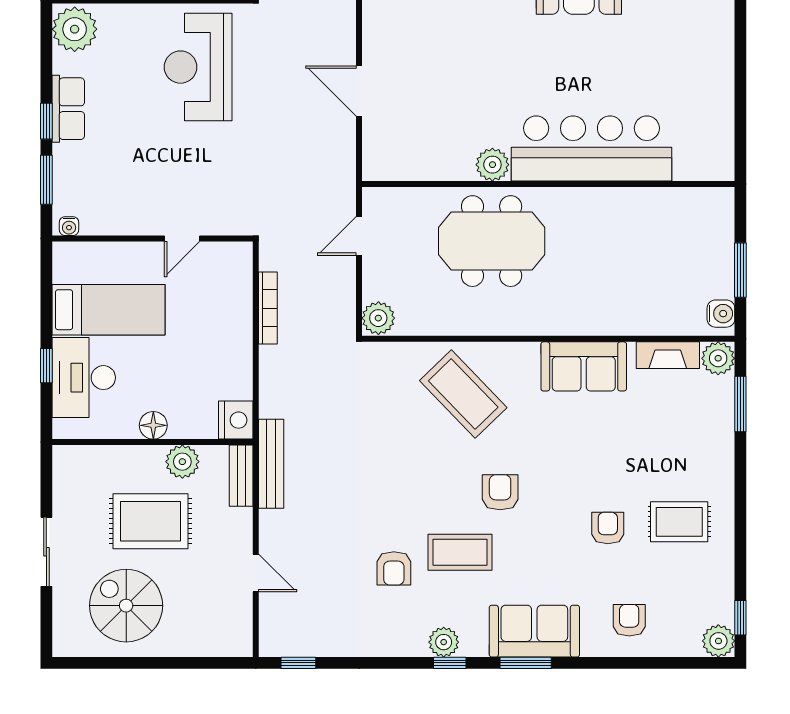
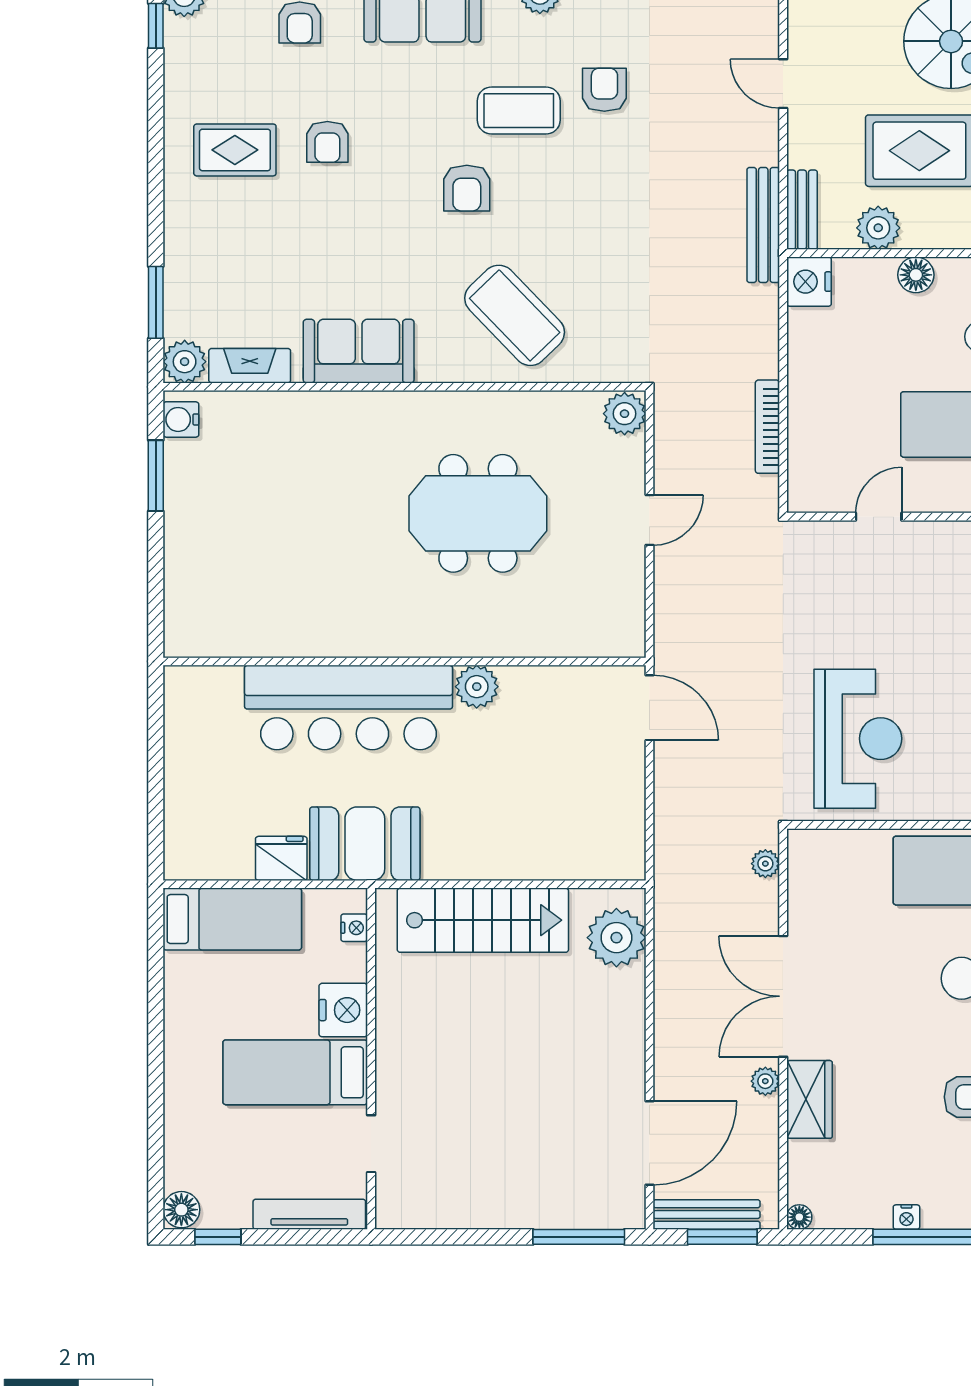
bar counter: (592, 148) -> (349, 708), moved
plant: (492, 165) -> (477, 687), moved
wall: (548, 184) -> (404, 661), moved

